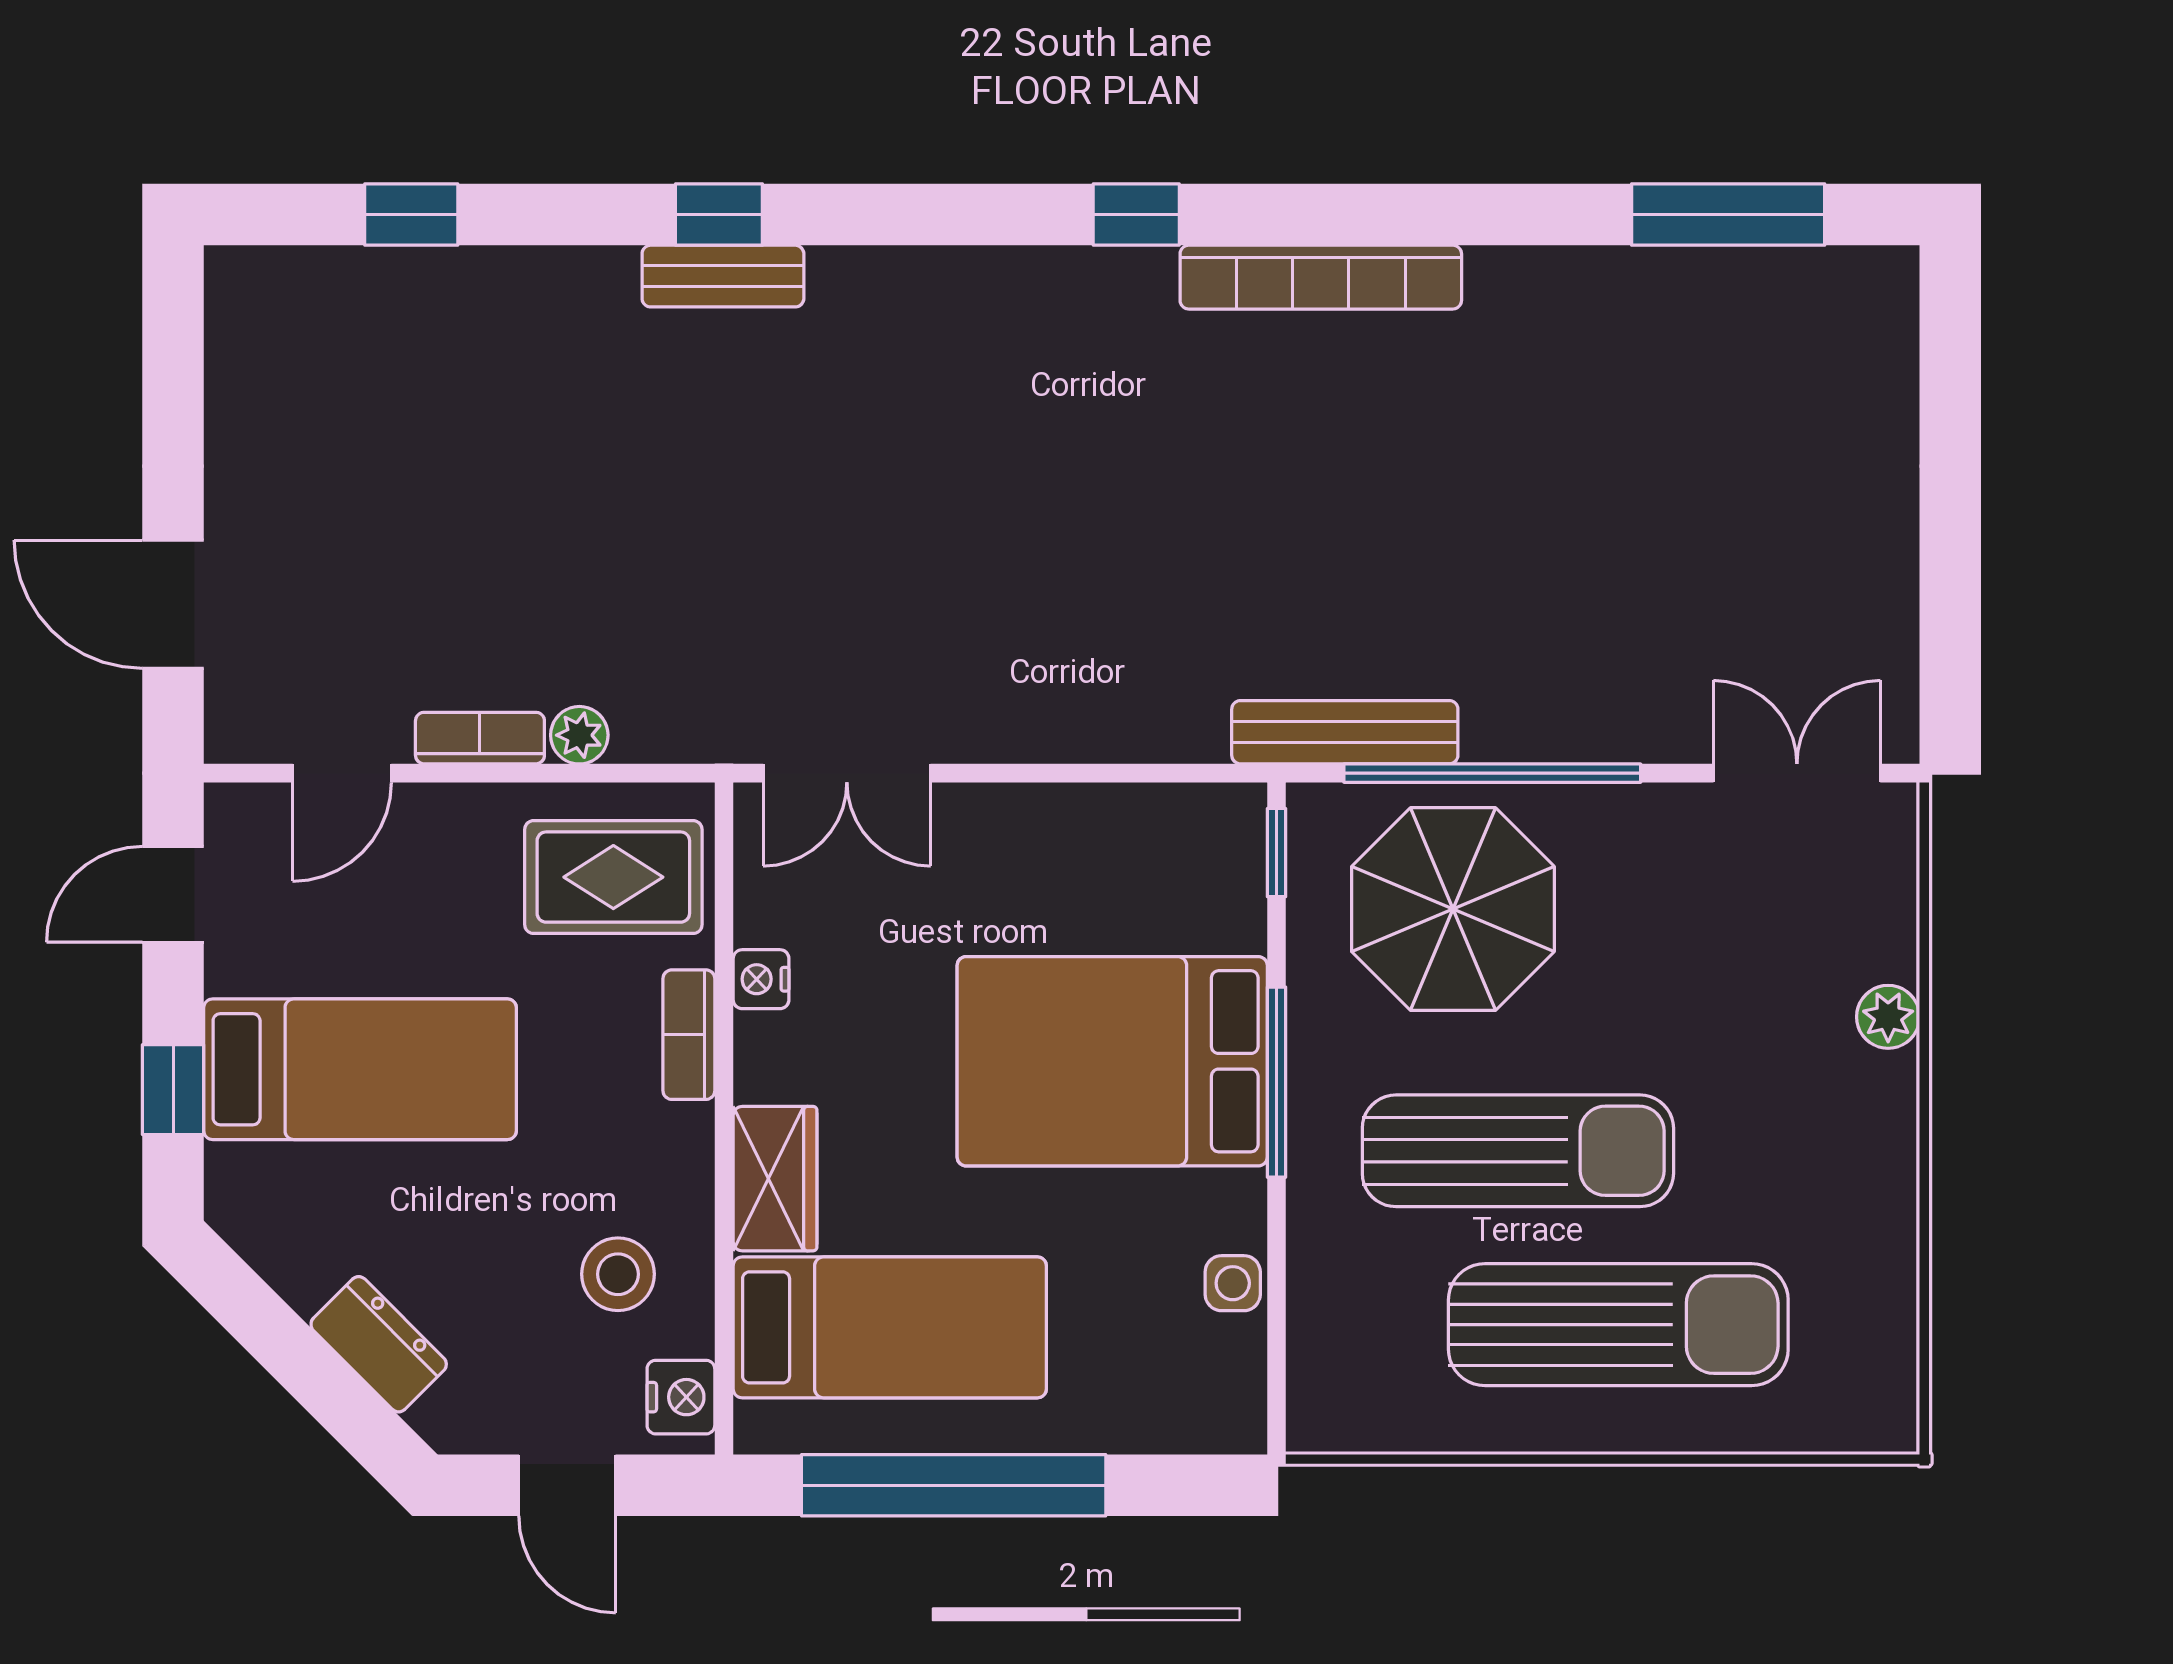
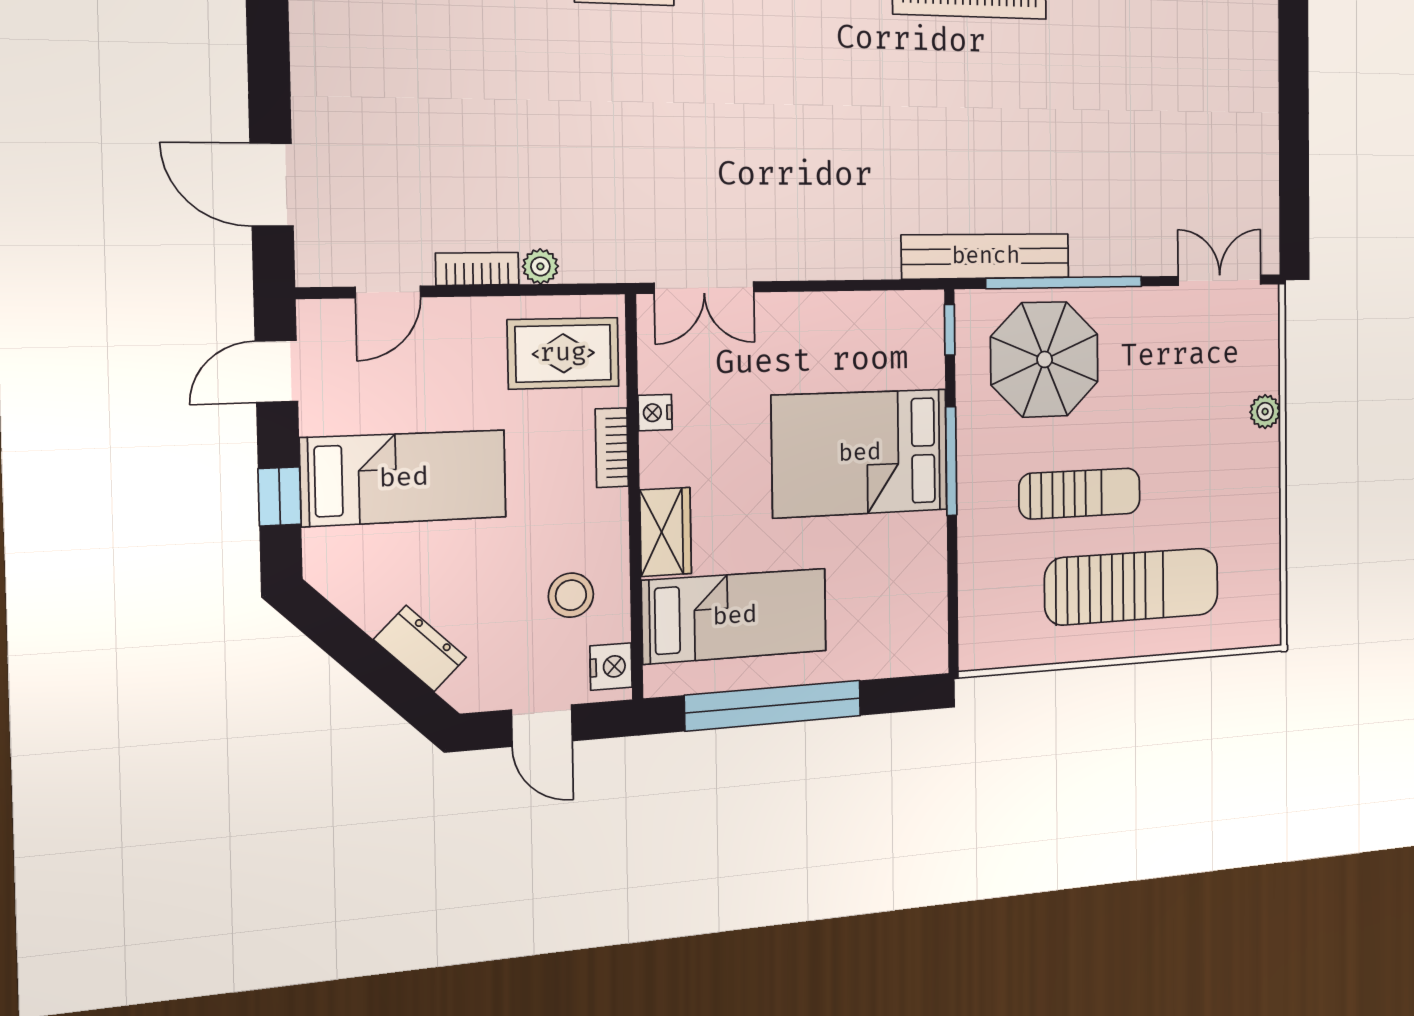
bench: (1345, 732) -> (986, 256), width x1.37, depth x1.21
sun lounger: (1518, 1151) -> (1080, 494), width x0.73, depth x0.75
side table: (1233, 1283) -> (929, 577), removed

